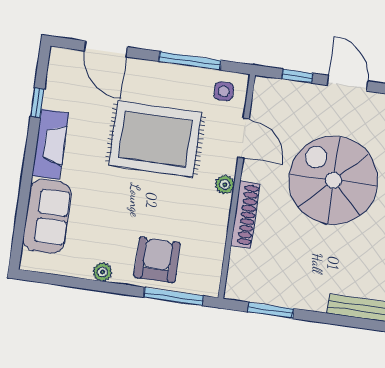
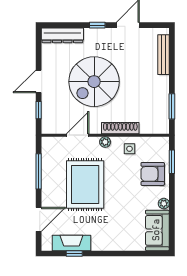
side table: (224, 91) -> (129, 149), moved
fireplace: (50, 144) -> (71, 243), moved
sofa: (47, 216) -> (157, 230), moved, turned -90
window: (174, 297) -> (172, 162), width x0.69

